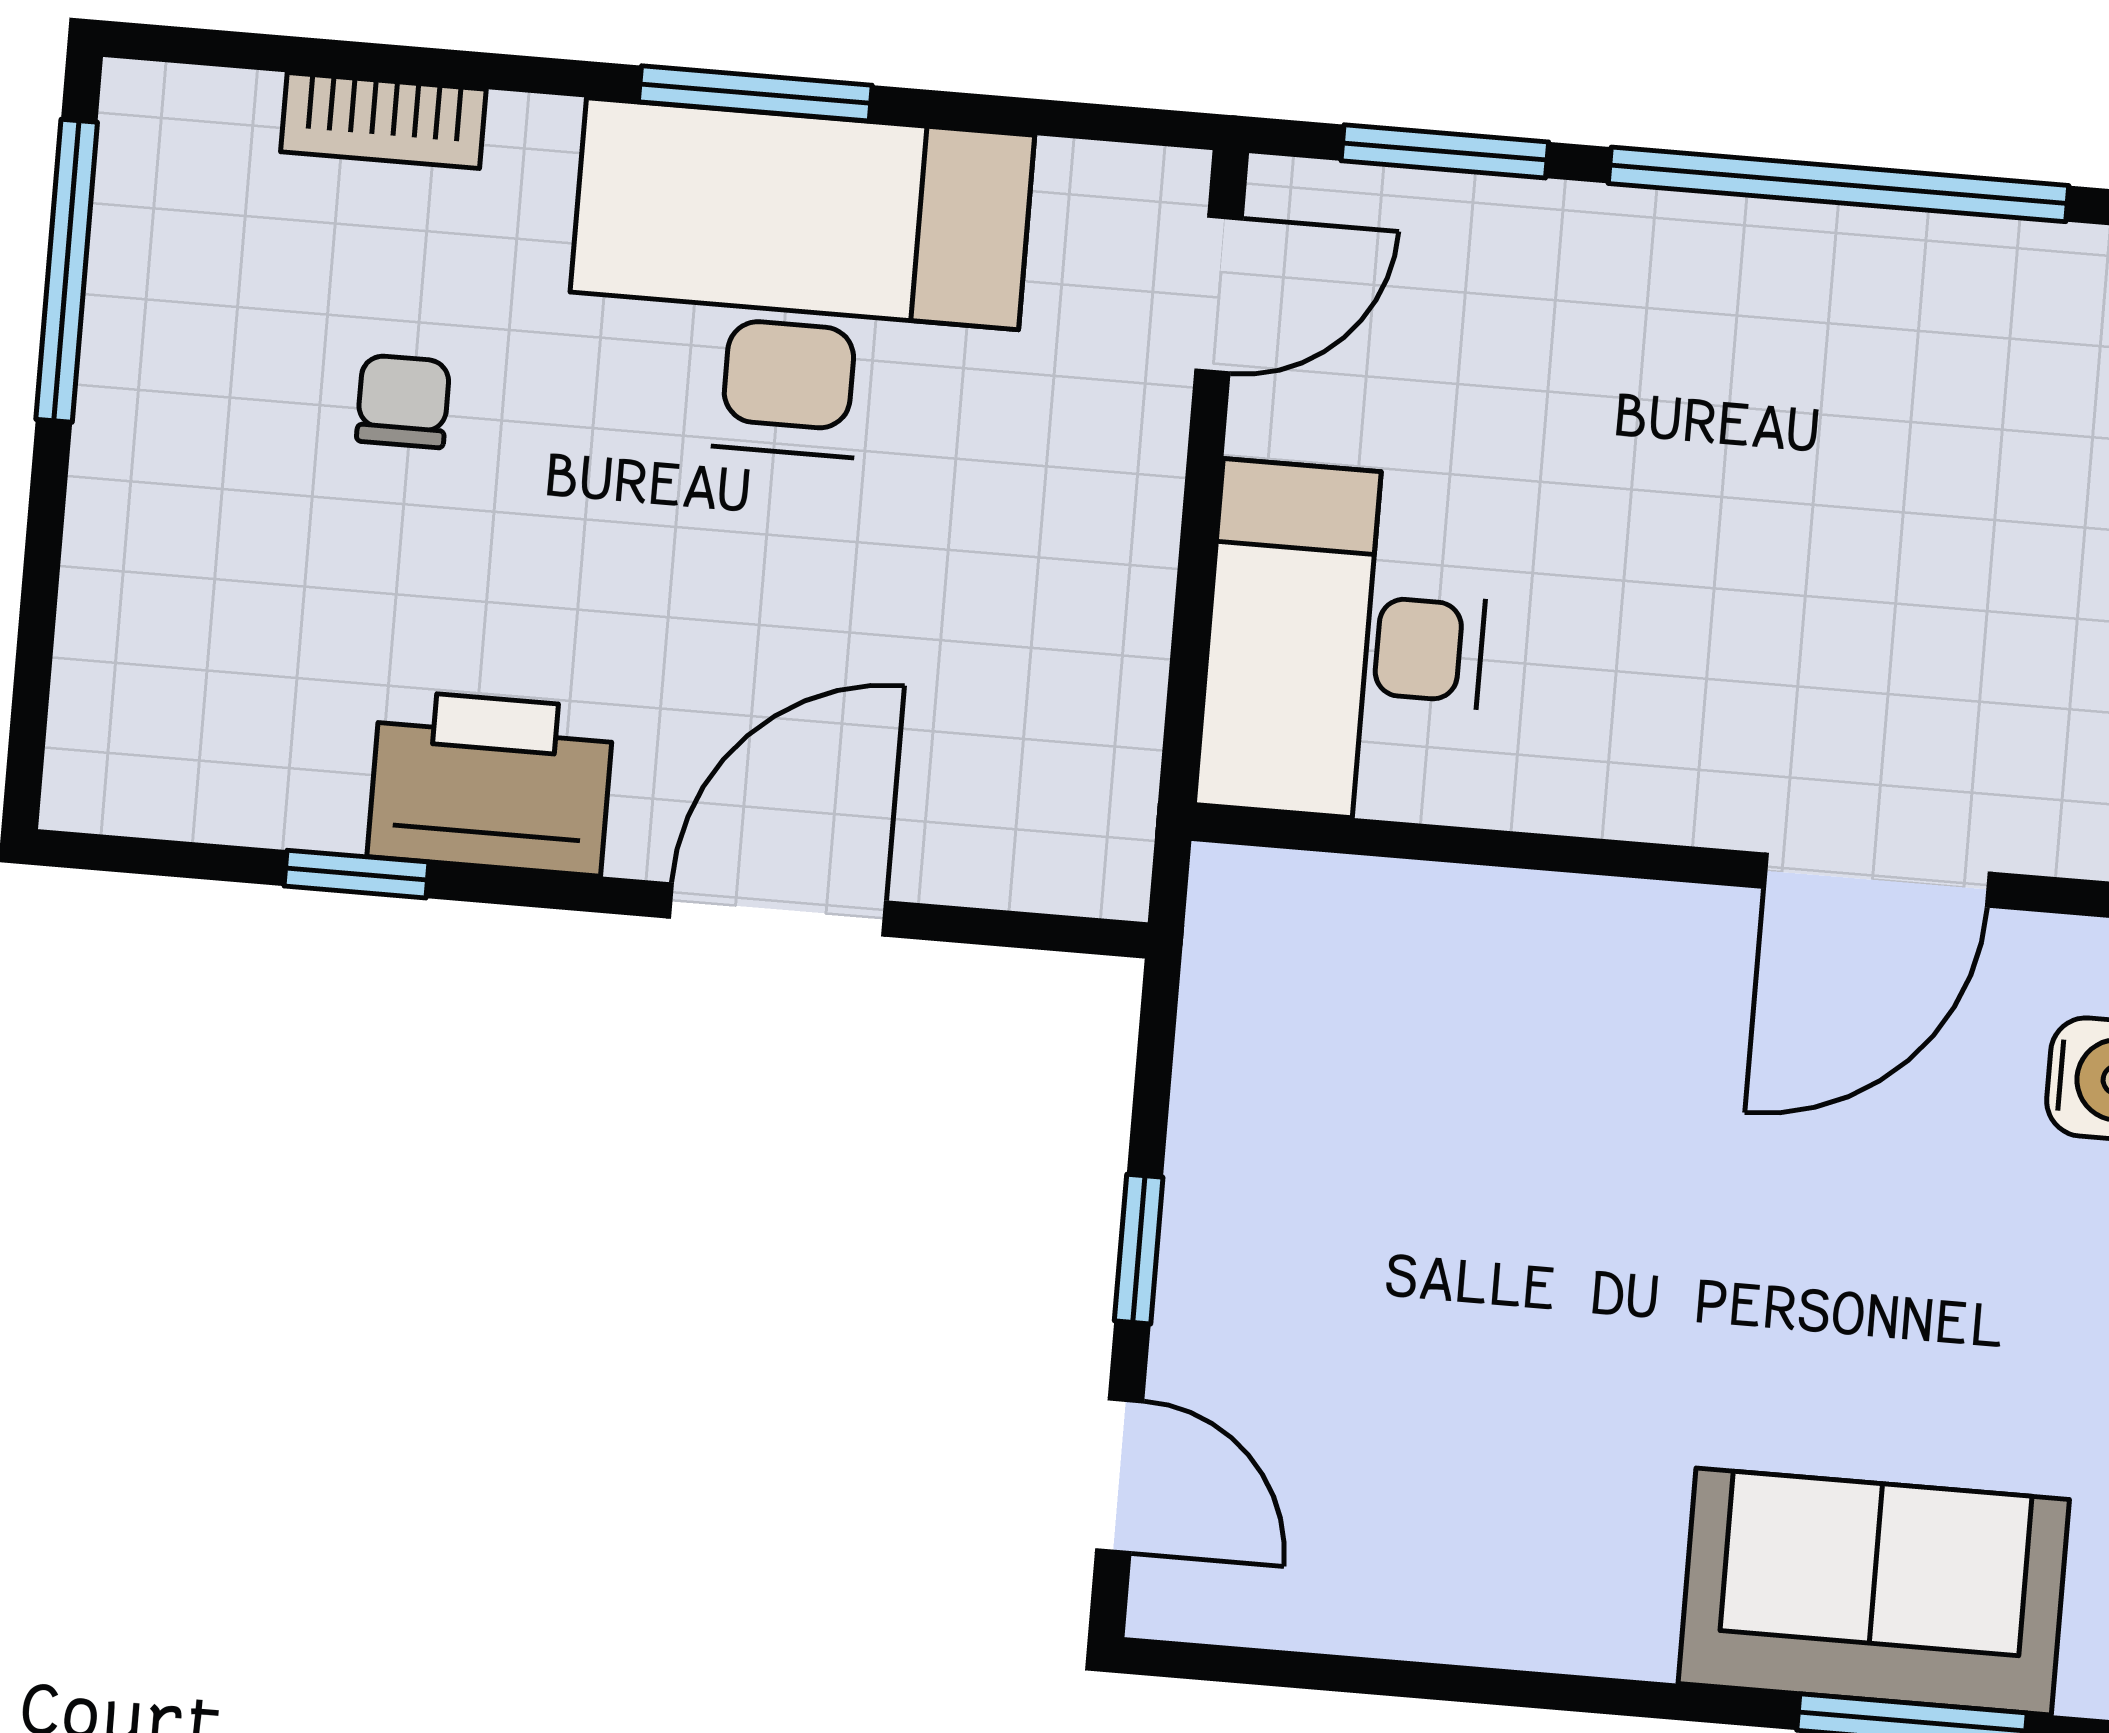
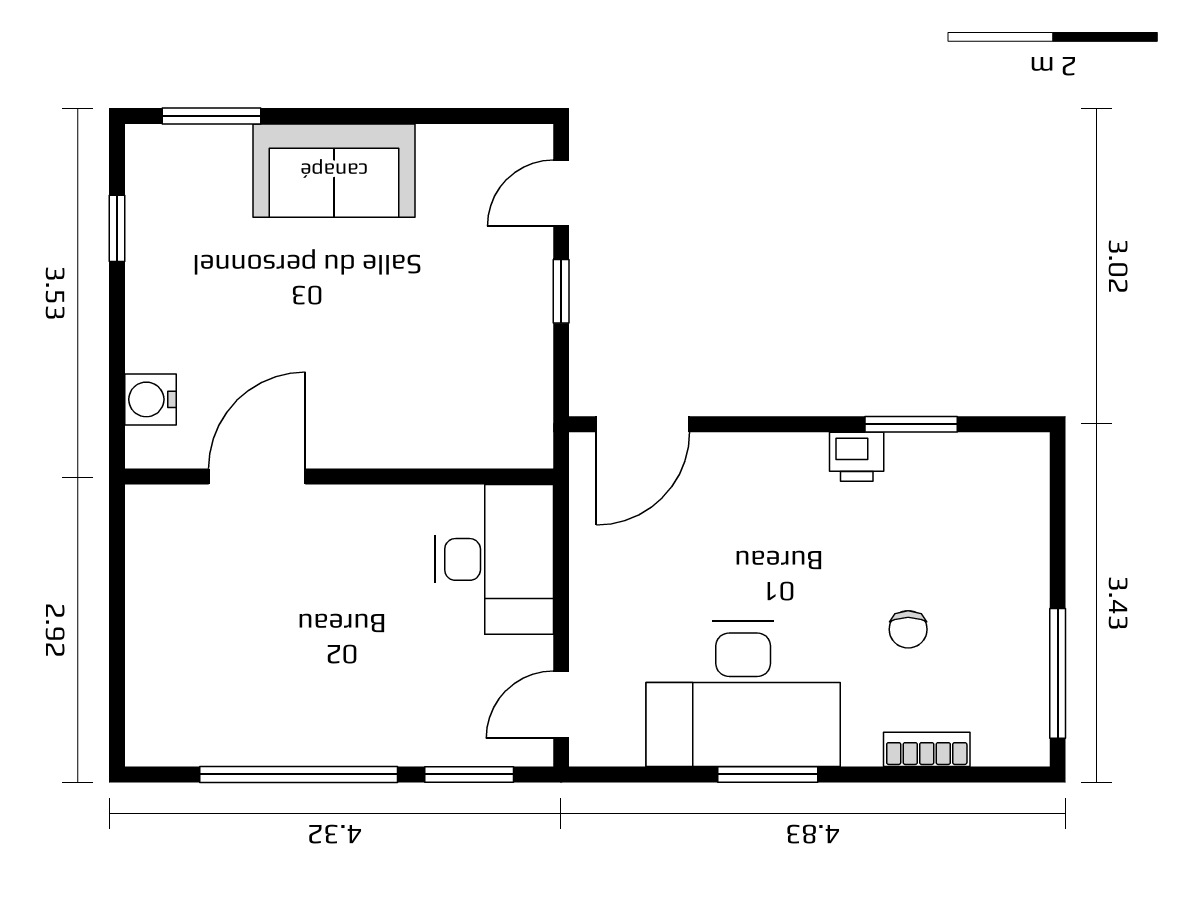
printer: (491, 783) -> (857, 457), width x0.53, depth x0.68
window: (356, 874) -> (911, 424), width x1.50
door: (778, 909) -> (643, 424), moved
door: (1120, 1476) -> (561, 193), hinge flipped
sofa: (1874, 1591) -> (334, 171), moved

